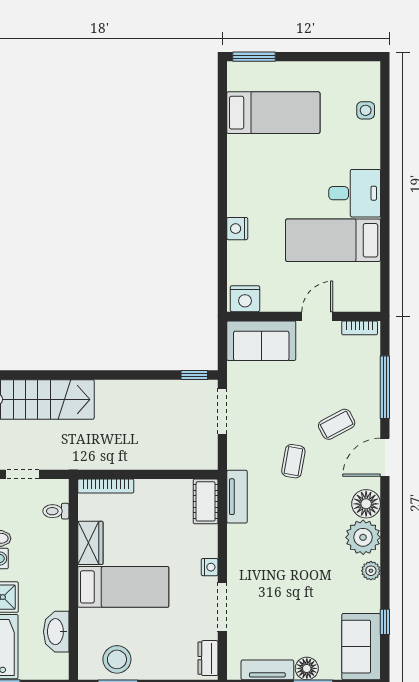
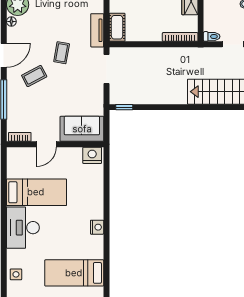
desk: (355, 193) -> (23, 228), width x1.37
nightstand: (237, 229) -> (97, 227), moved
doorway: (222, 411) -> (106, 69), moved
floor lamp: (366, 504) -> (11, 22), width x0.53, depth x0.53
toilet: (56, 511) -> (212, 36), moved

